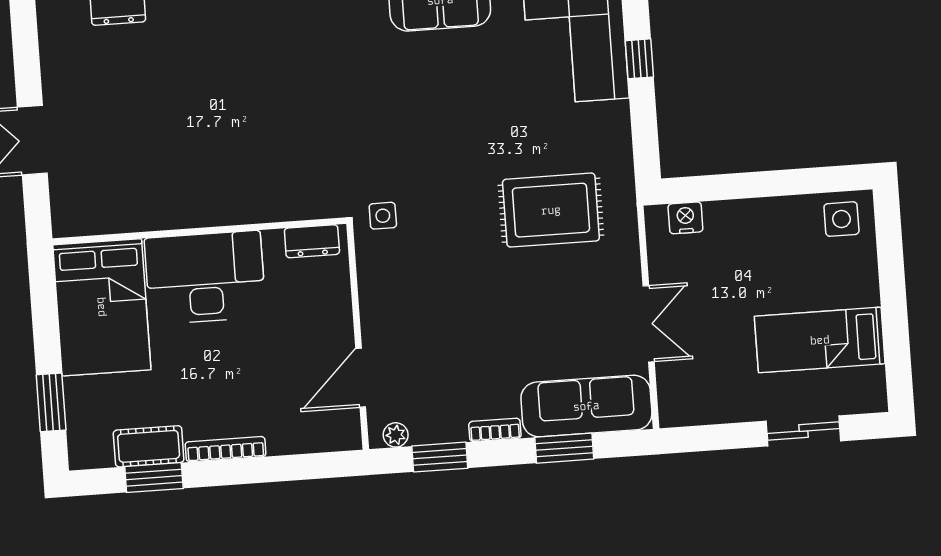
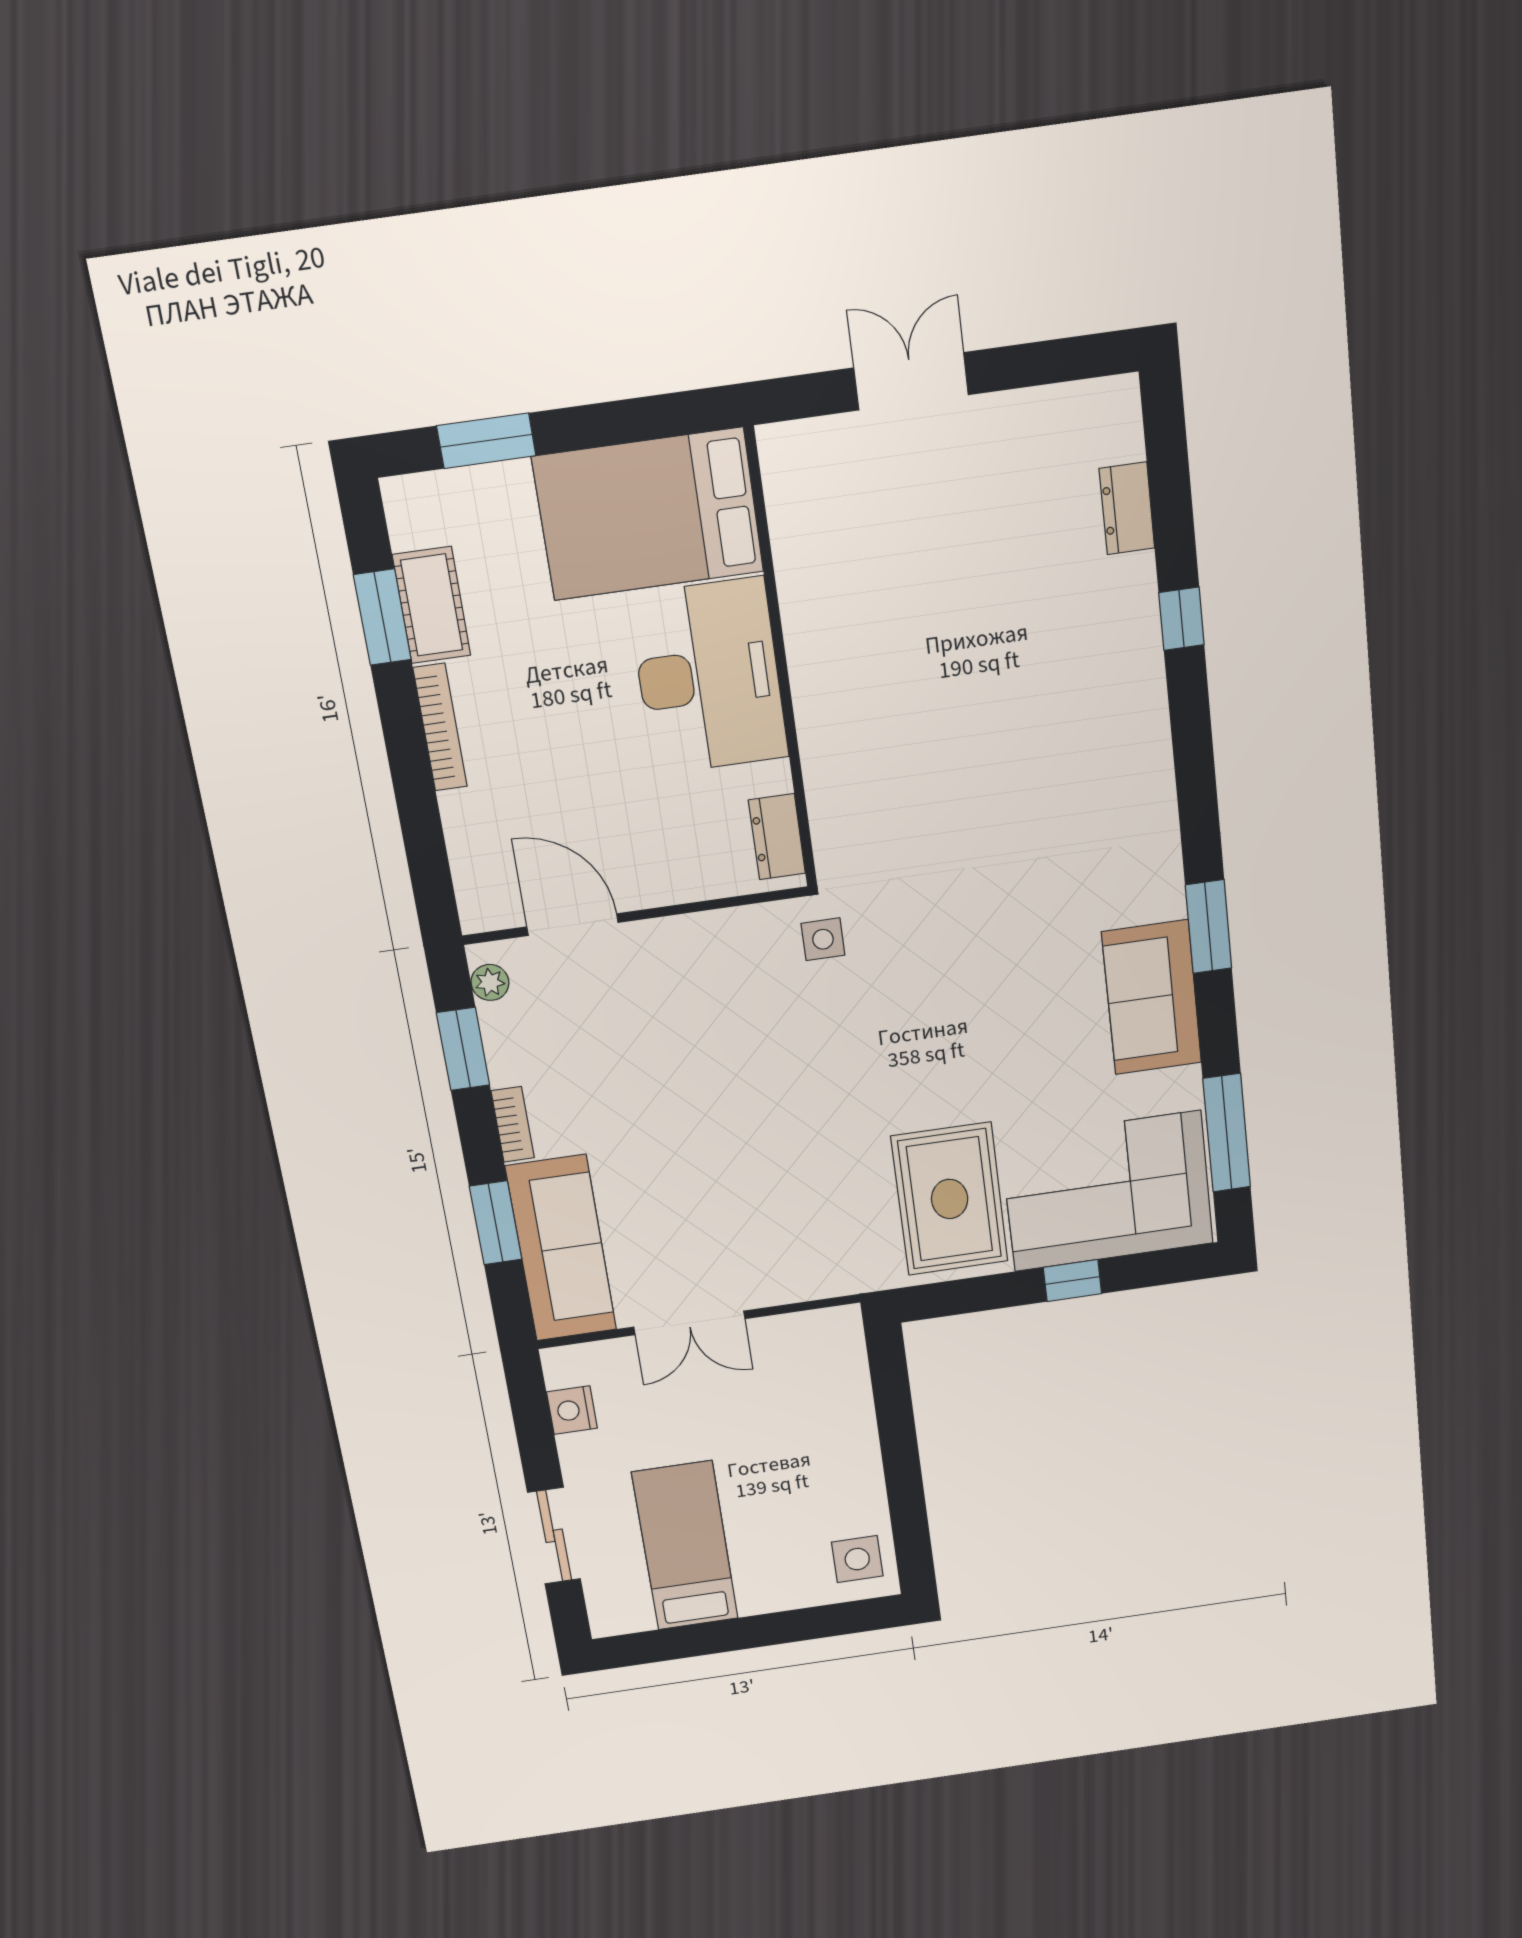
rug: (551, 210) -> (950, 1199), moved
nightstand: (685, 218) -> (572, 1410), moved, turned 180

